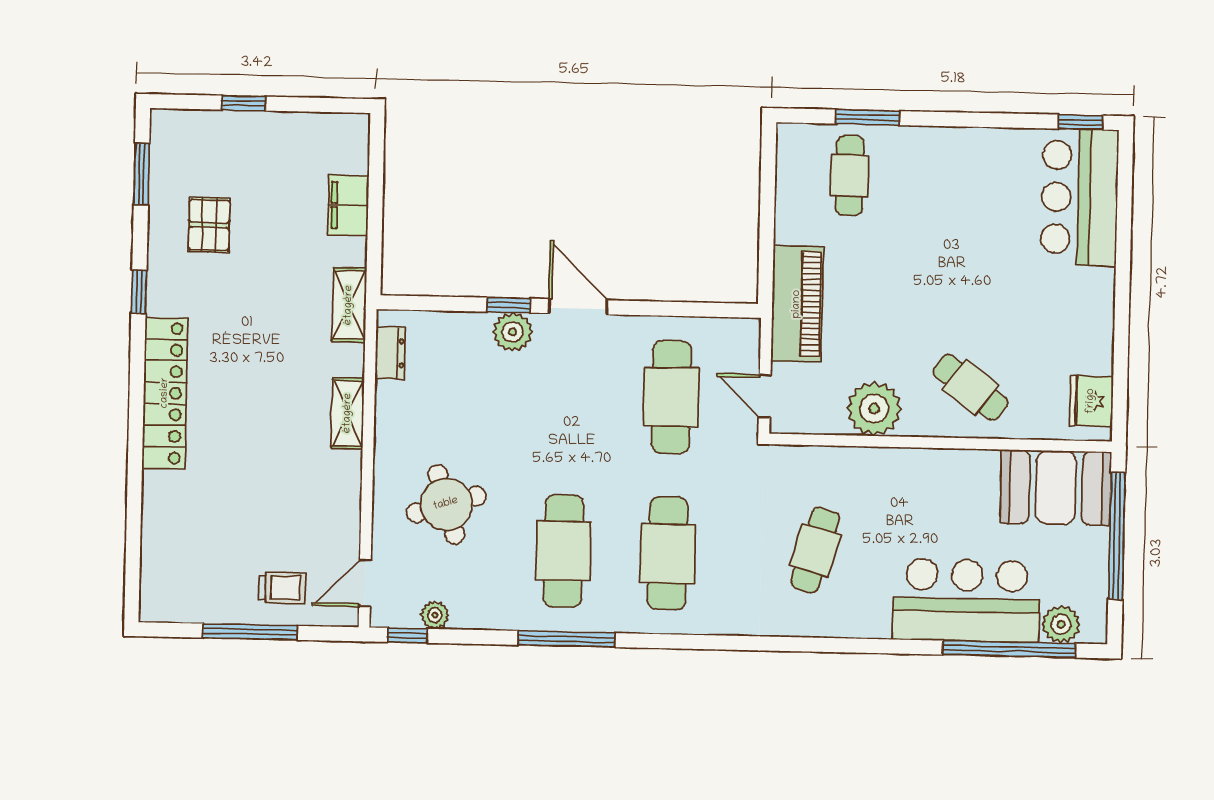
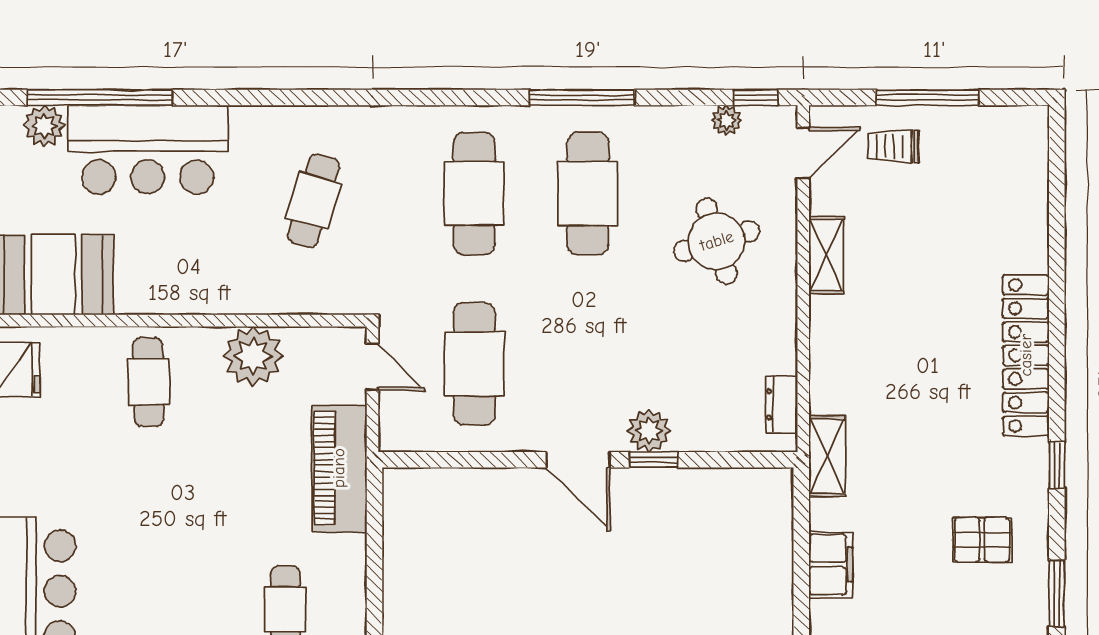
pallet: (209, 225) -> (982, 540), turned 90
cafe table: (971, 387) -> (148, 382), turned 52
shelving: (348, 413) -> (826, 255), moved

